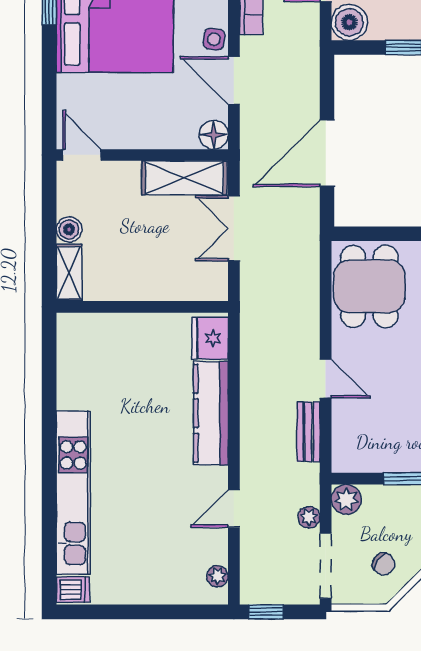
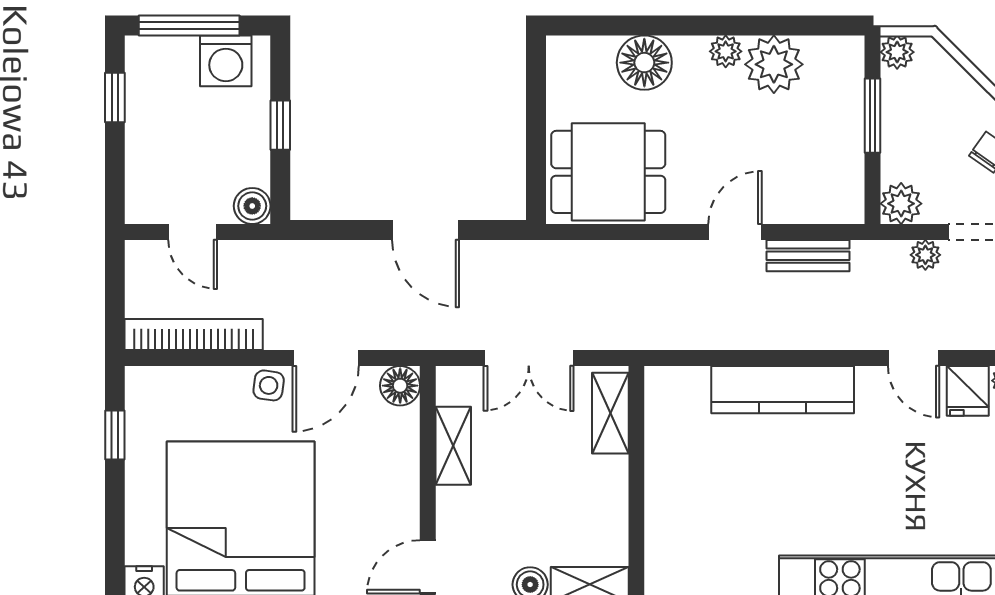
boiler: (349, 22) -> (252, 206), width x0.73, depth x0.73
door: (327, 153) -> (426, 230), width x0.73
shelving: (184, 178) -> (453, 446), width x0.67, depth x0.75
shelving: (194, 288) -> (610, 413), added
fridge: (210, 338) -> (968, 391), moved, width x0.72

